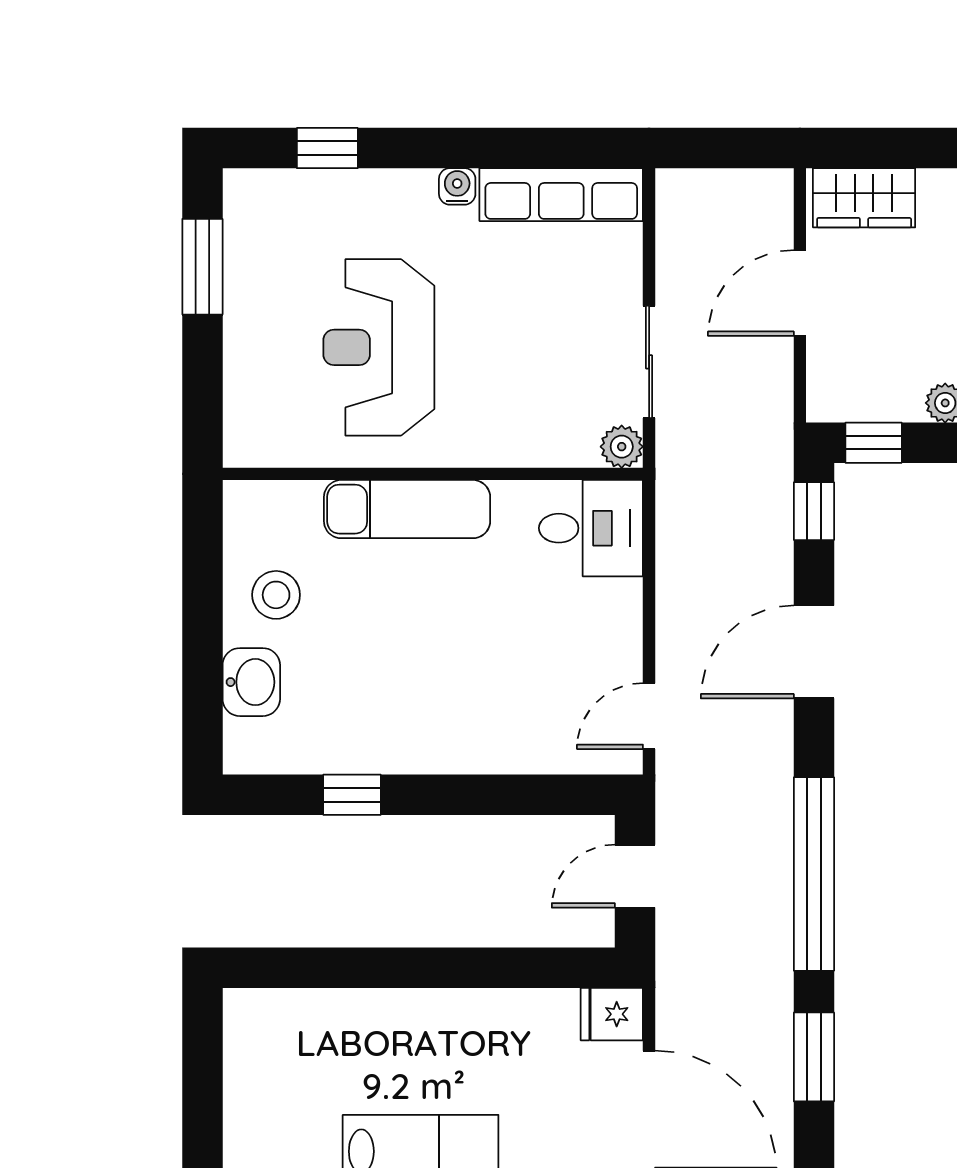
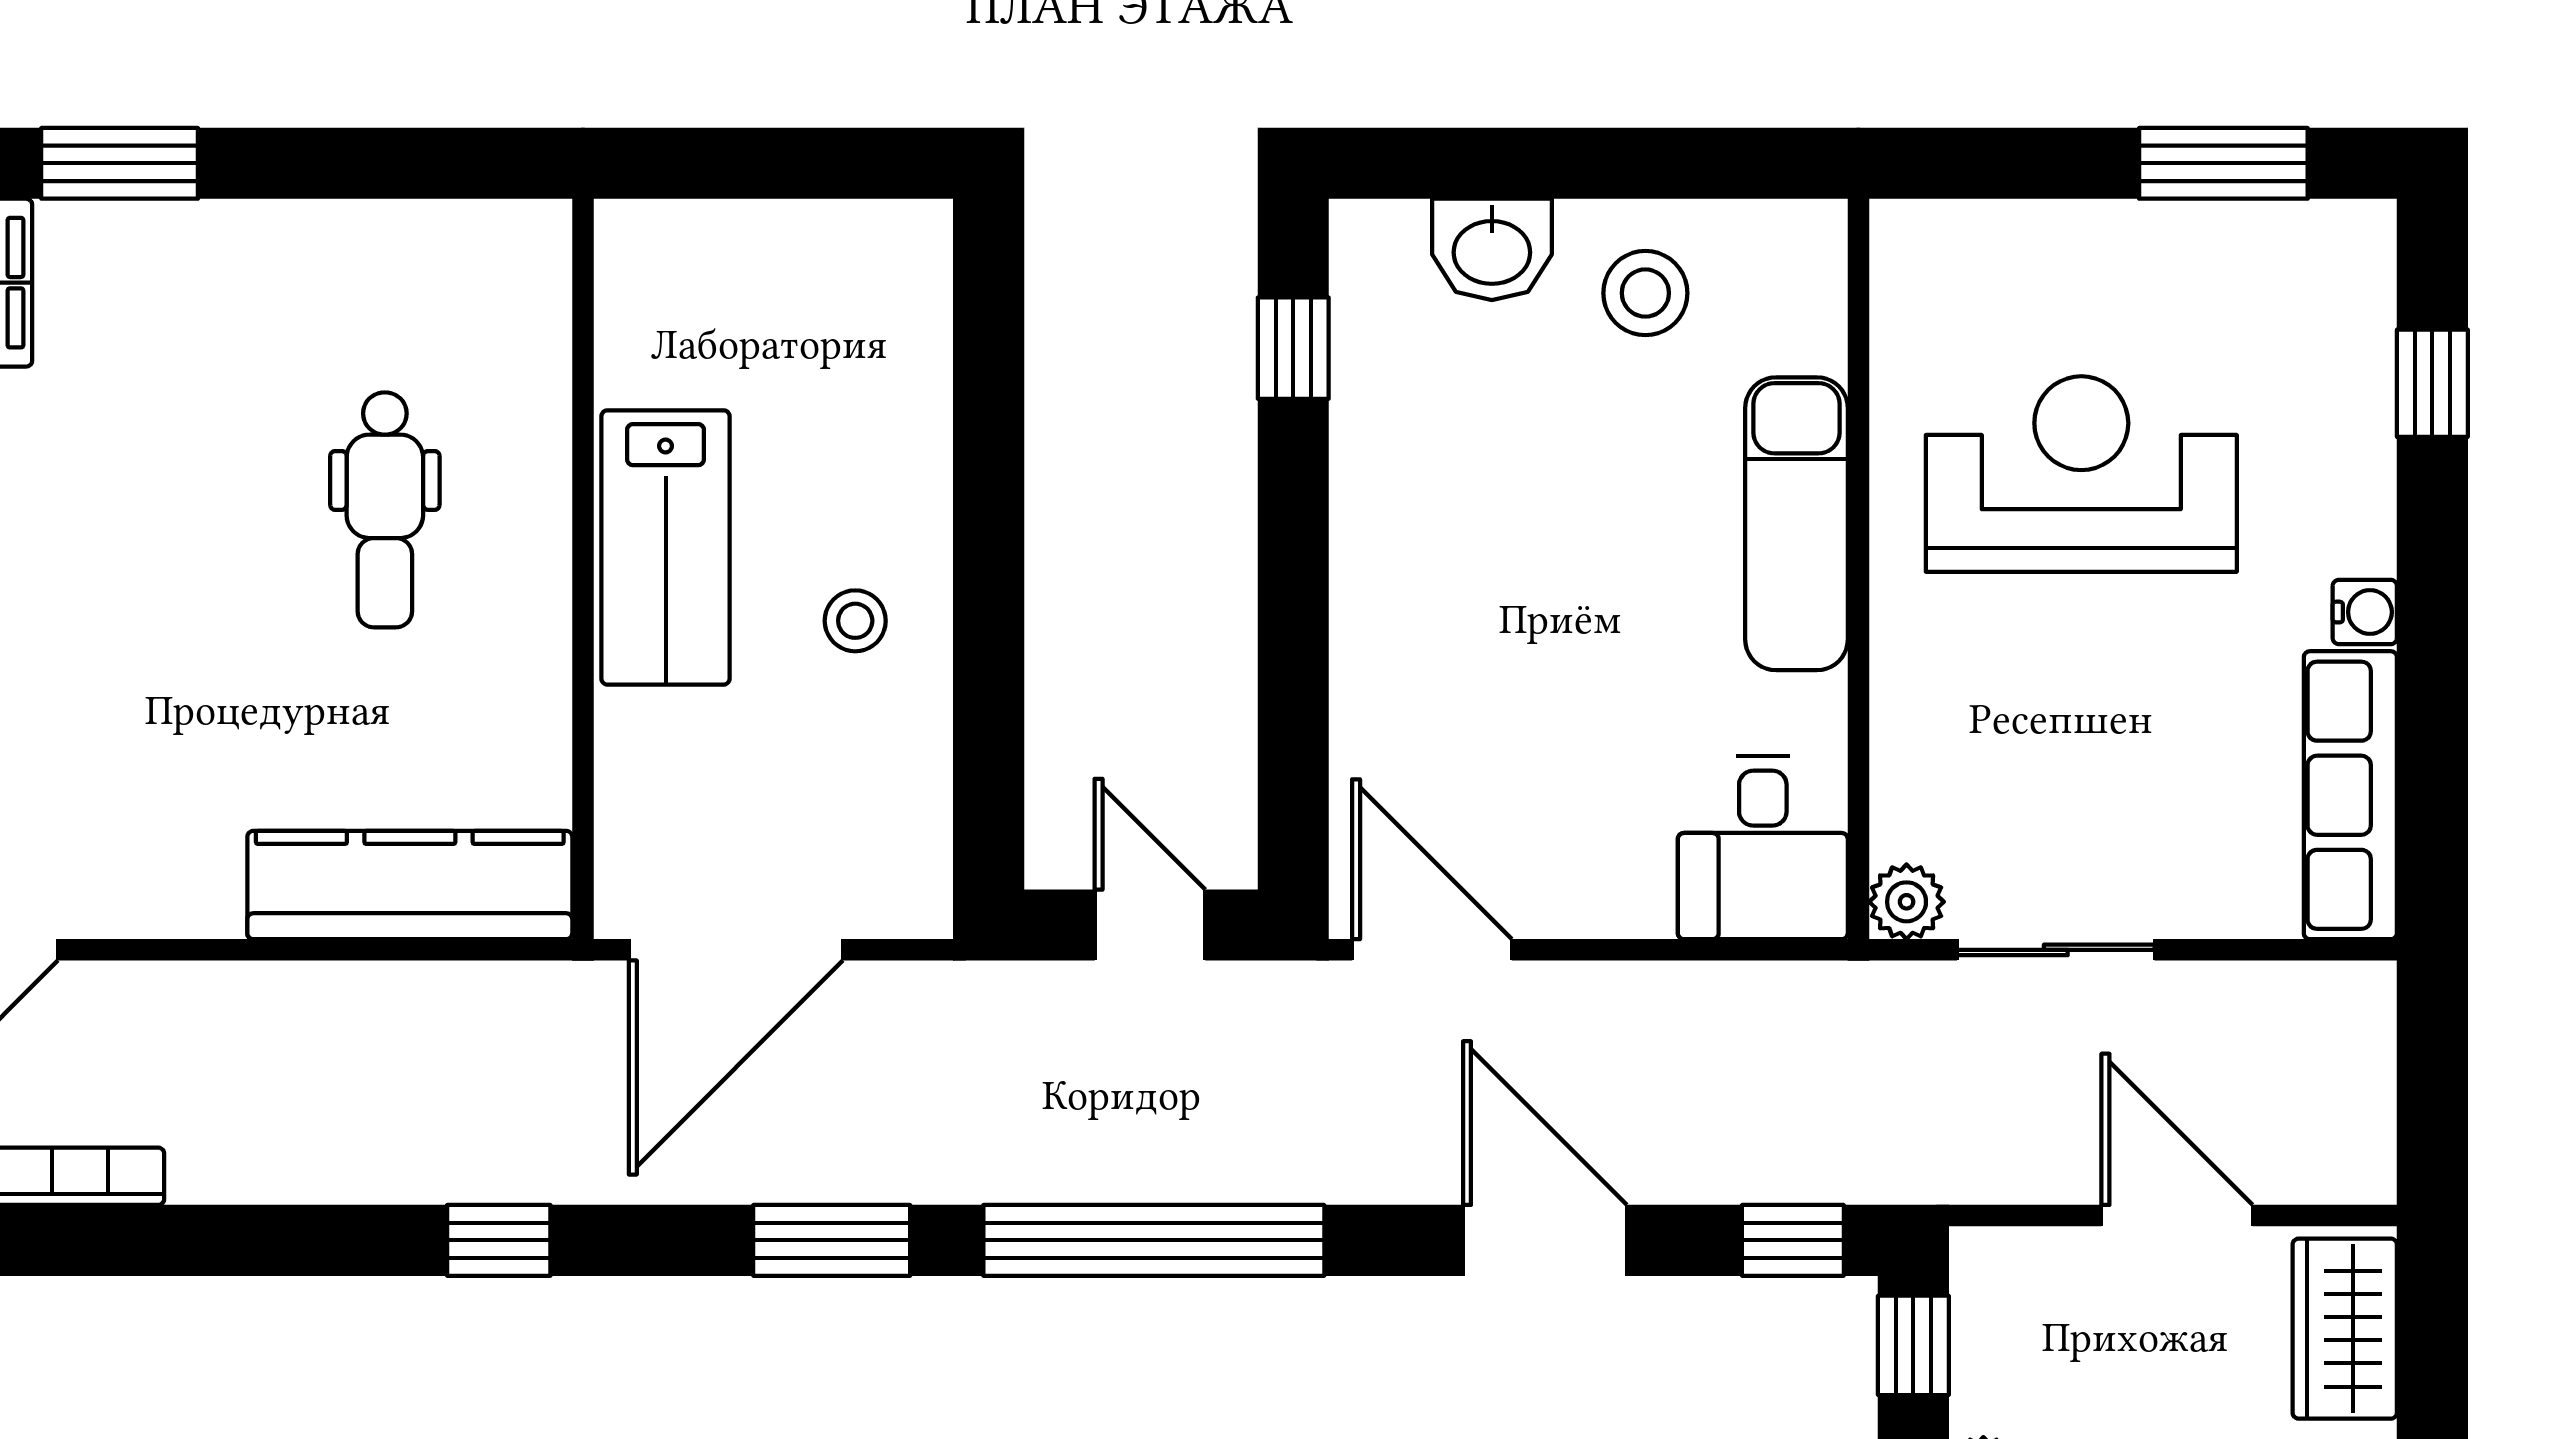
door: (649, 716) -> (1432, 950), width x1.38
window: (352, 795) -> (1293, 348), moved
fridge: (612, 1014) -> (907, 884), removed
stool: (462, 1044) -> (855, 621), added

